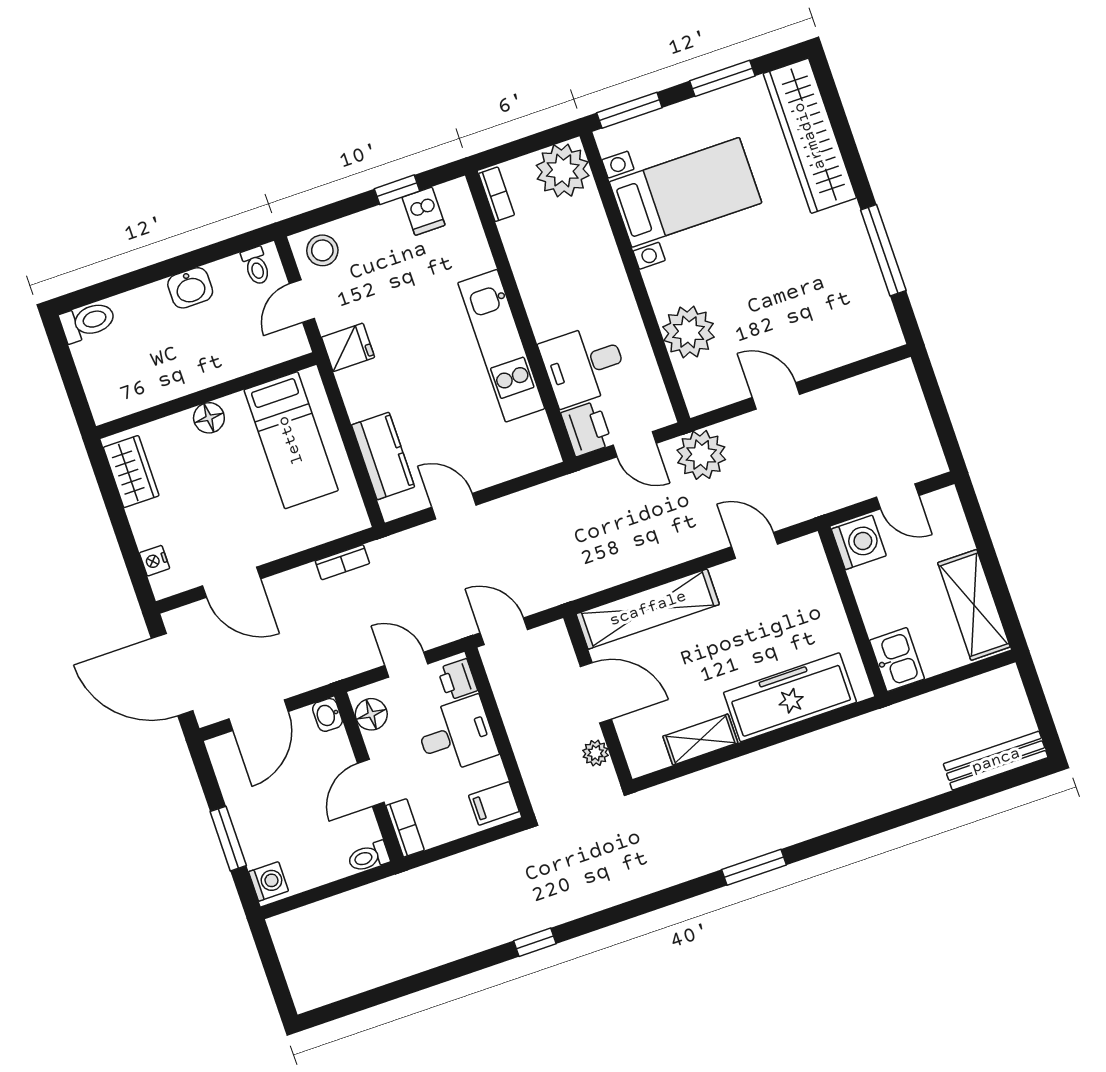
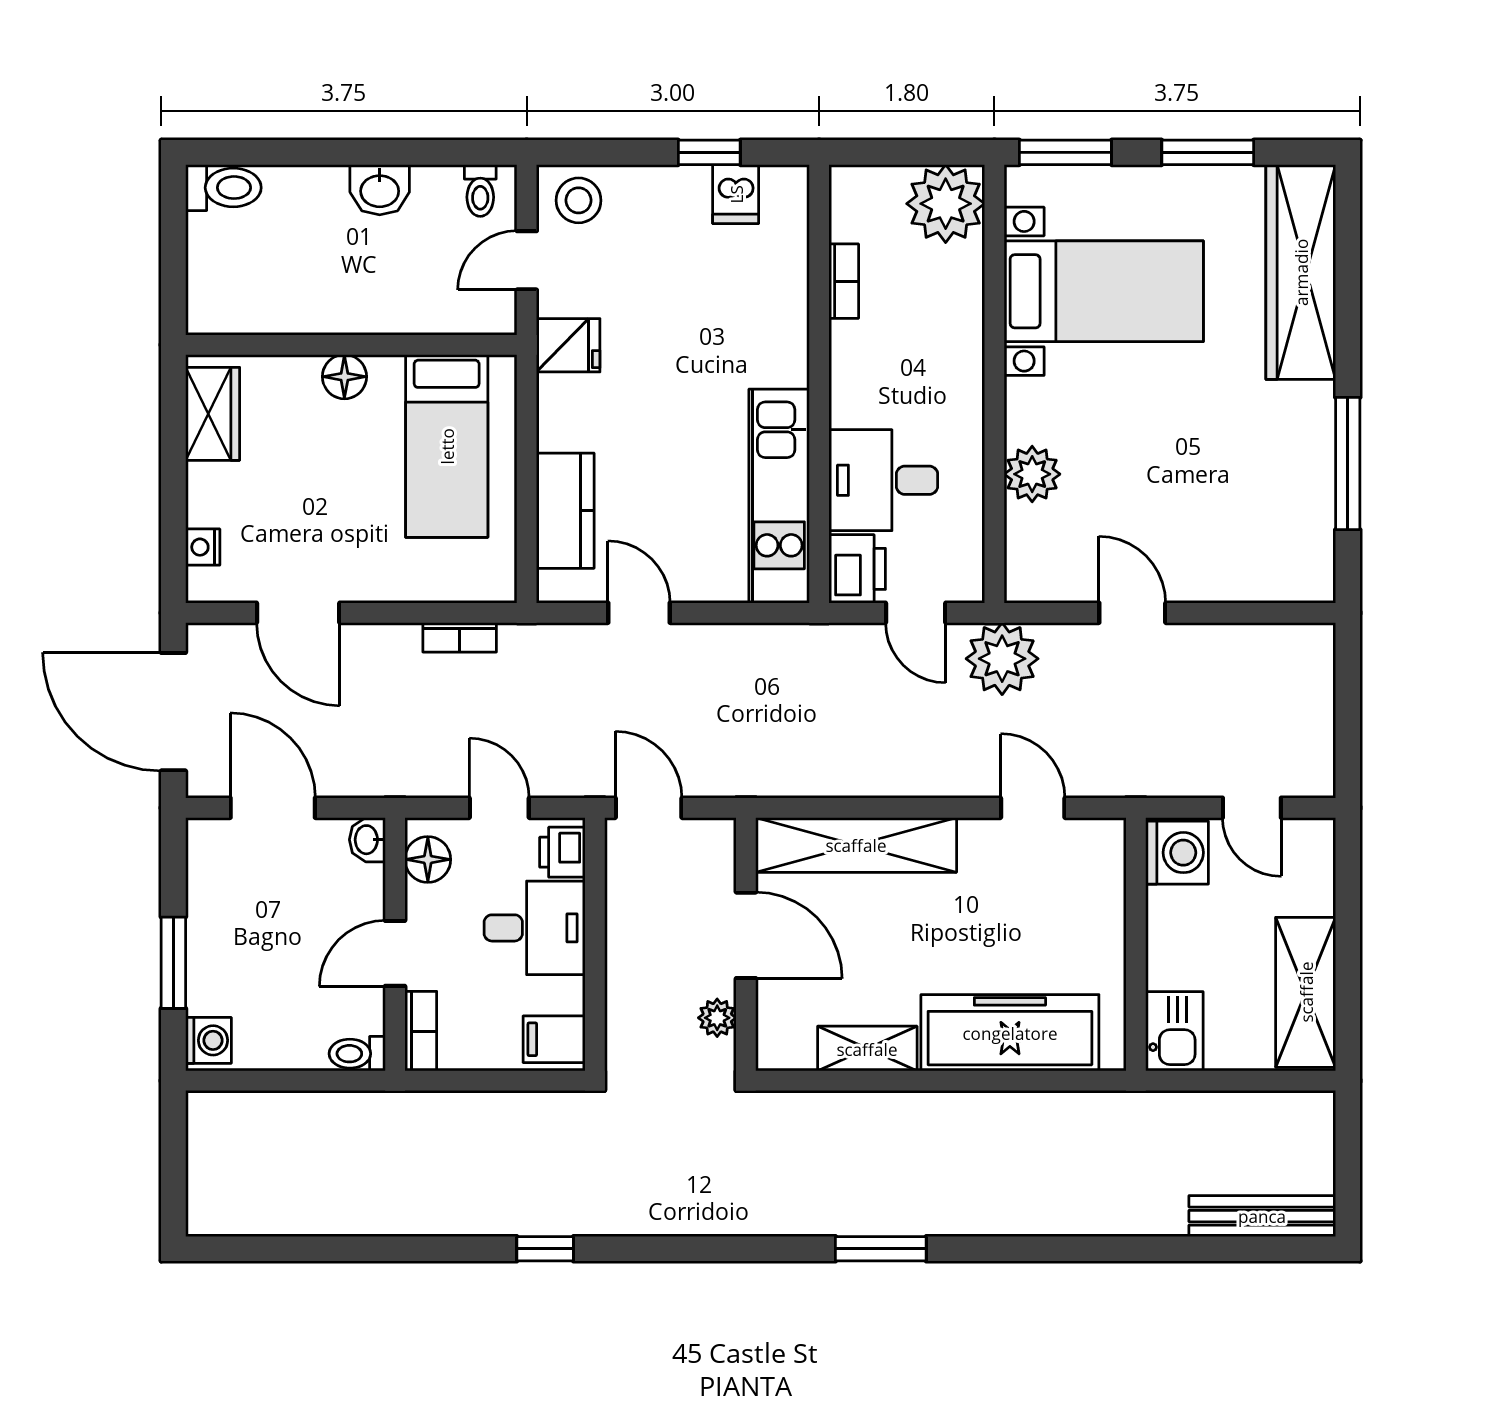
bookcase: (496, 194) -> (844, 281), moved
plant: (689, 332) -> (1032, 474), width x0.73, depth x0.73
kitchen unit: (501, 346) -> (779, 496), moved
door: (259, 715) -> (273, 808), swing flipped

